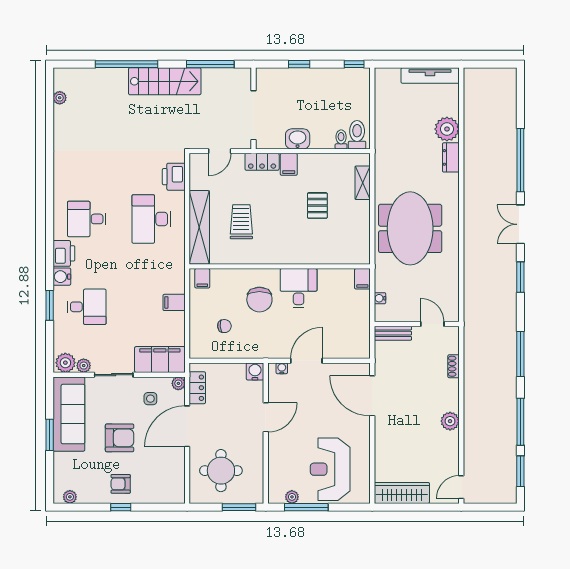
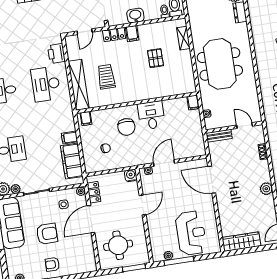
filing cabinet: (160, 360) -> (72, 161), moved, turned -90
reception desk: (330, 469) -> (191, 233), turned 180

